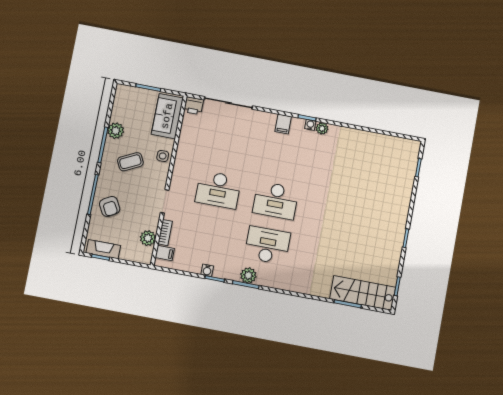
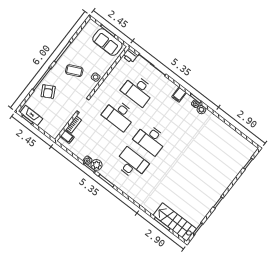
sofa: (167, 116) -> (107, 42), moved, turned -90
plant: (116, 131) -> (75, 47), removed
desk: (227, 145) -> (138, 90), added
plant: (148, 238) -> (62, 122), removed
plant: (248, 275) -> (96, 165), moved

